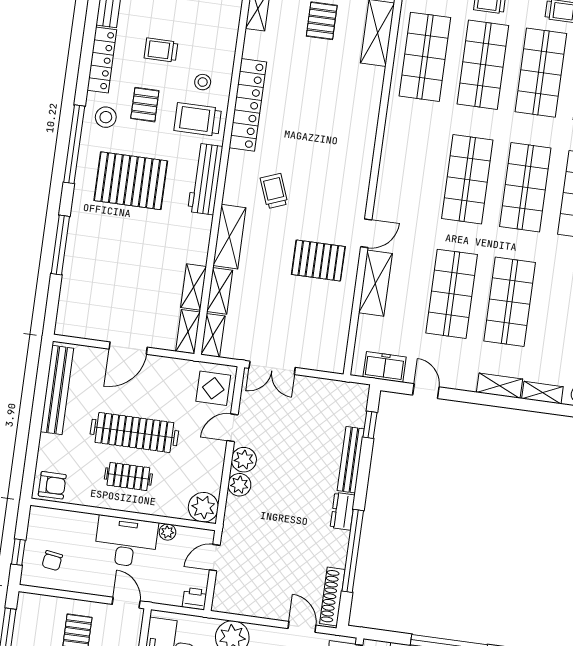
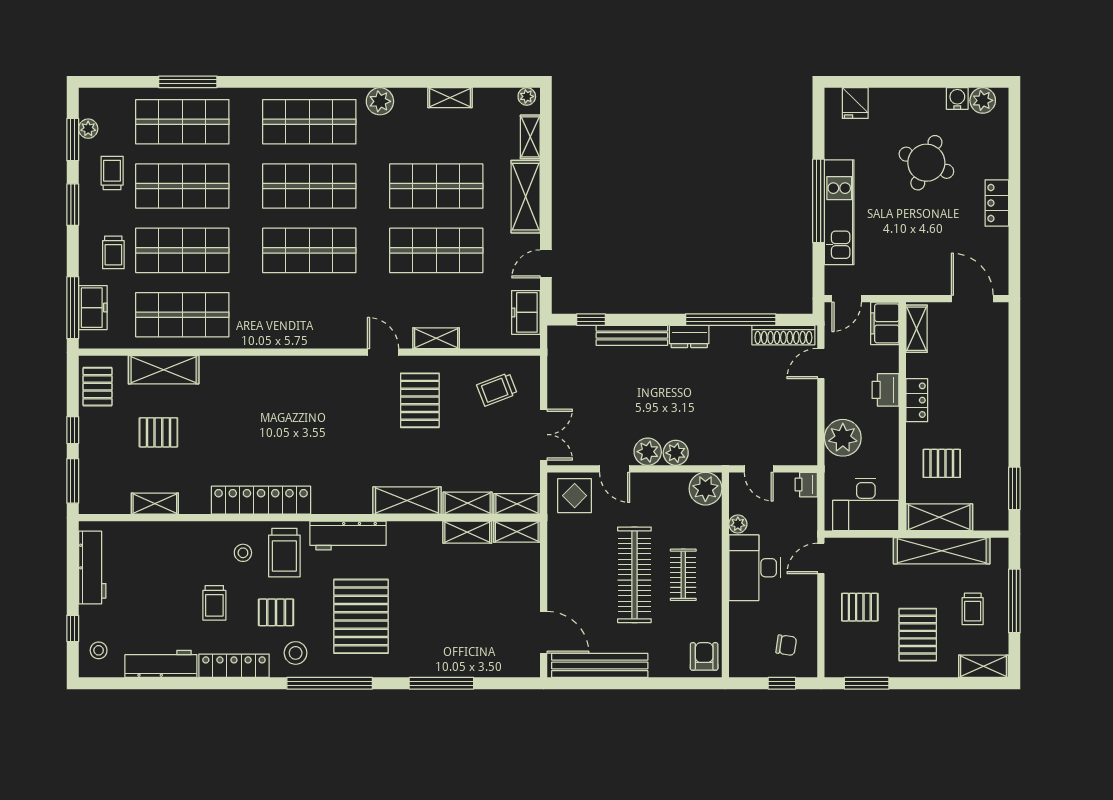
trolley: (274, 191) -> (497, 389), moved
shelving: (375, 283) -> (436, 338), width x0.67, depth x0.75
door: (128, 348) -> (544, 632), moved
shelving: (499, 386) -> (526, 197), width x1.50, depth x1.33

